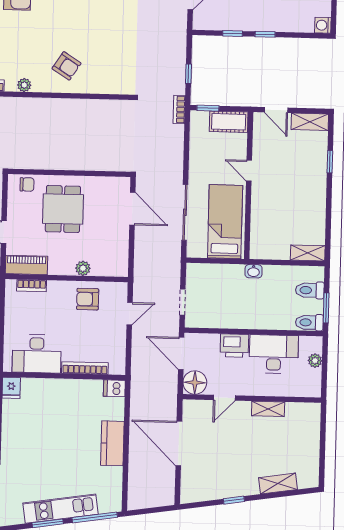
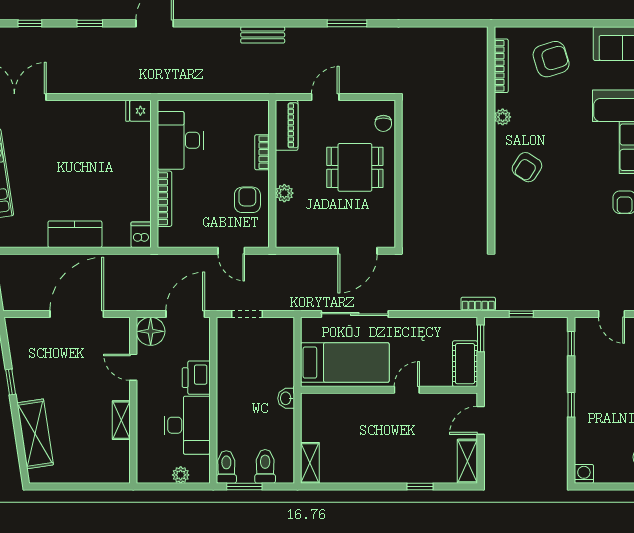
window: (233, 33) -> (571, 344), moved
bookcase: (32, 286) -> (262, 152), moved
shelving: (278, 484) -> (35, 434), width x1.50, depth x1.33

